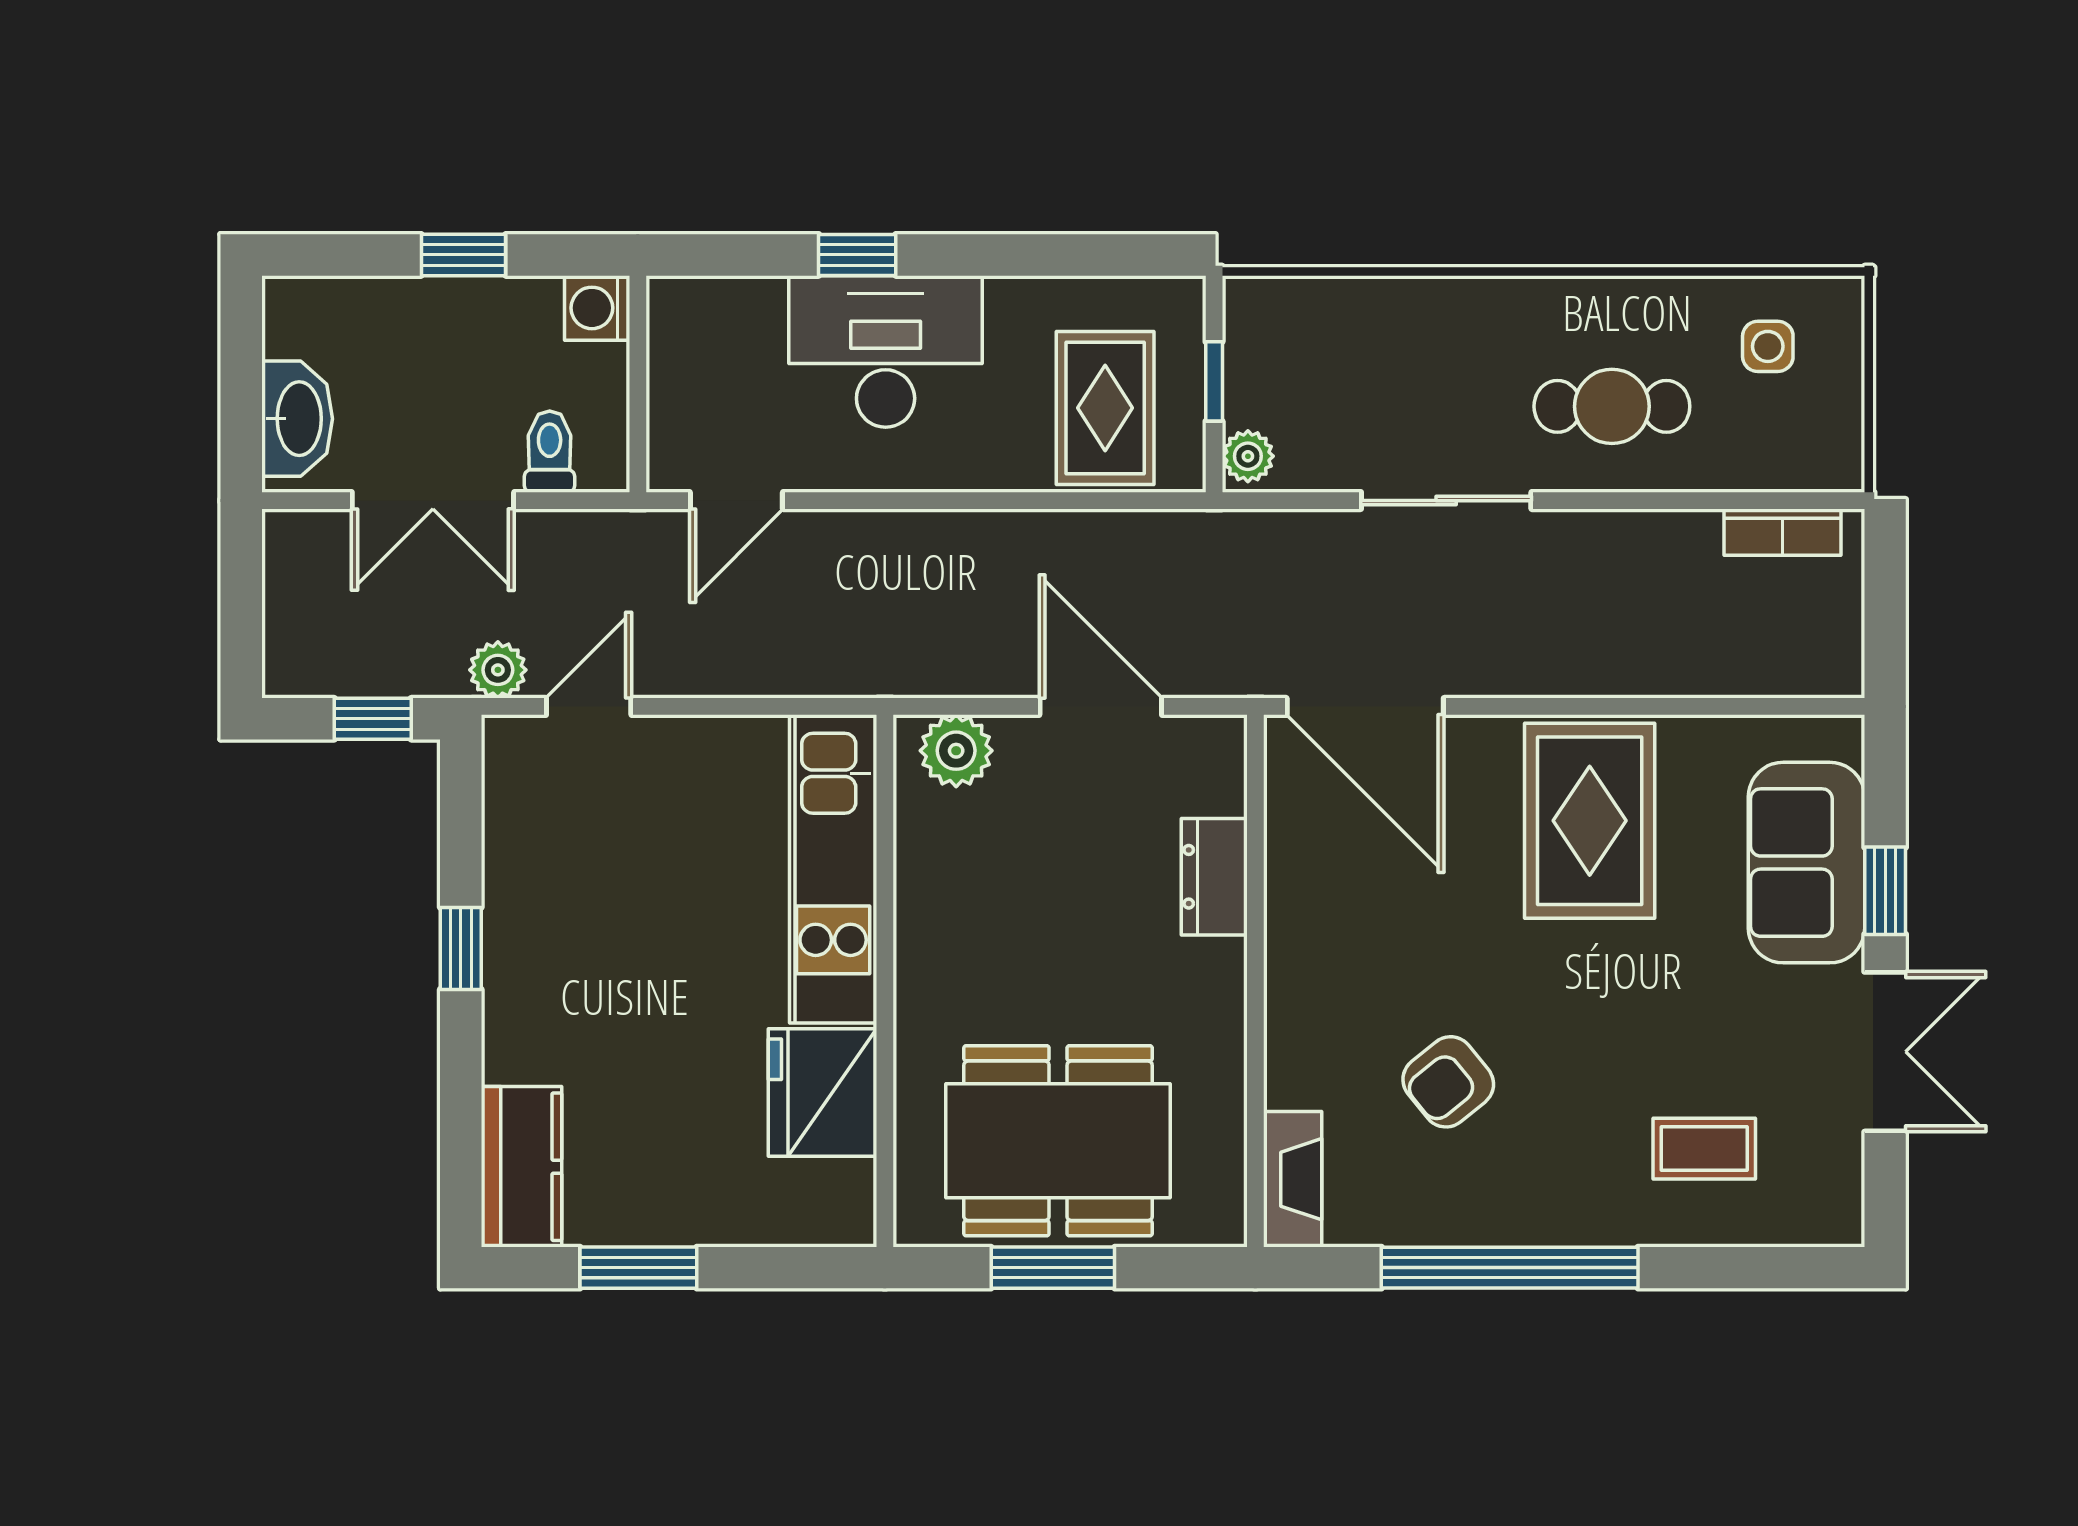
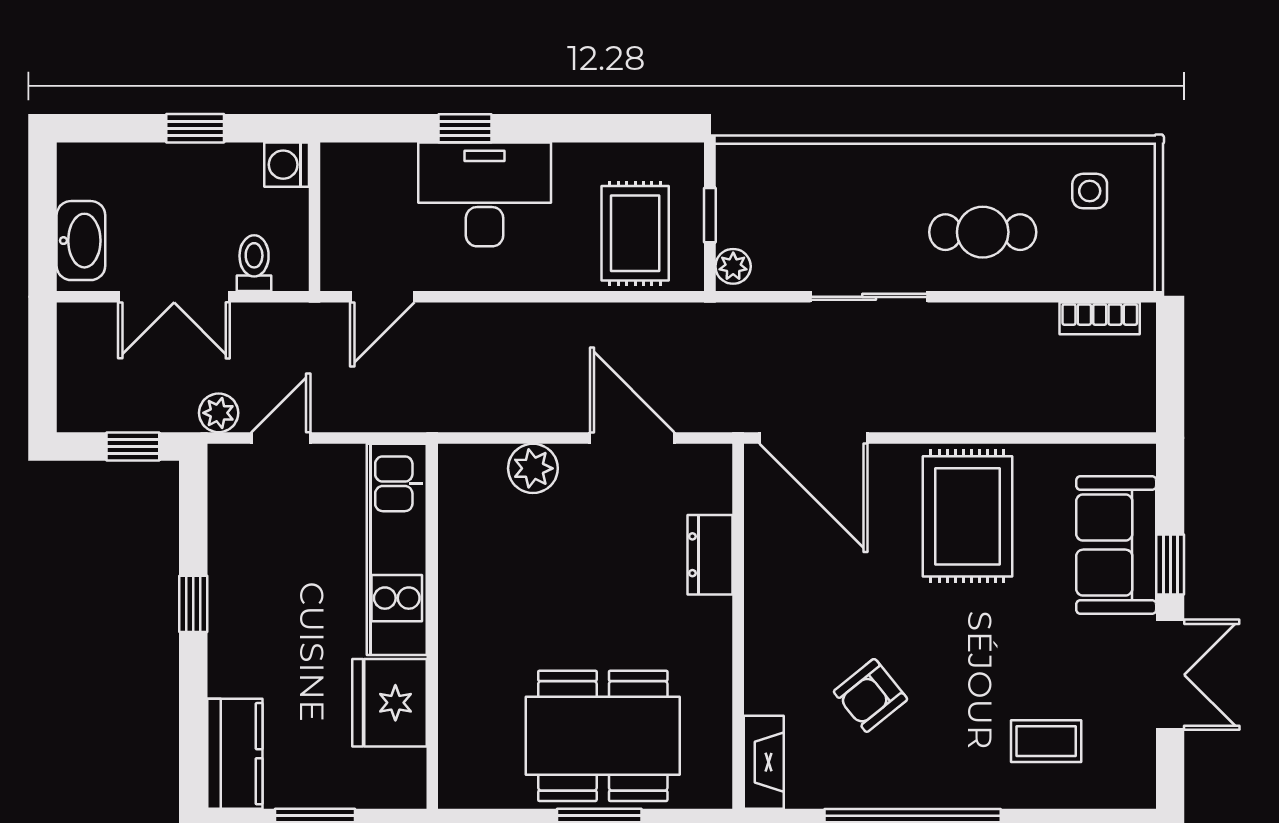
kitchen unit: (833, 869) -> (397, 549), moved
wall: (885, 981) -> (432, 626), moved
fridge: (822, 1092) -> (390, 703), moved

